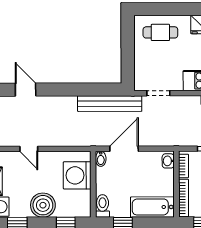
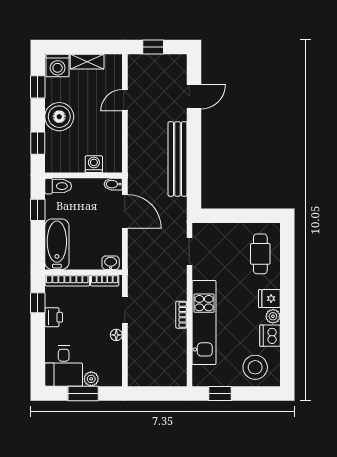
bench: (110, 104) -> (177, 159), moved
washing machine: (77, 175) -> (94, 164), width x0.53, depth x0.53

